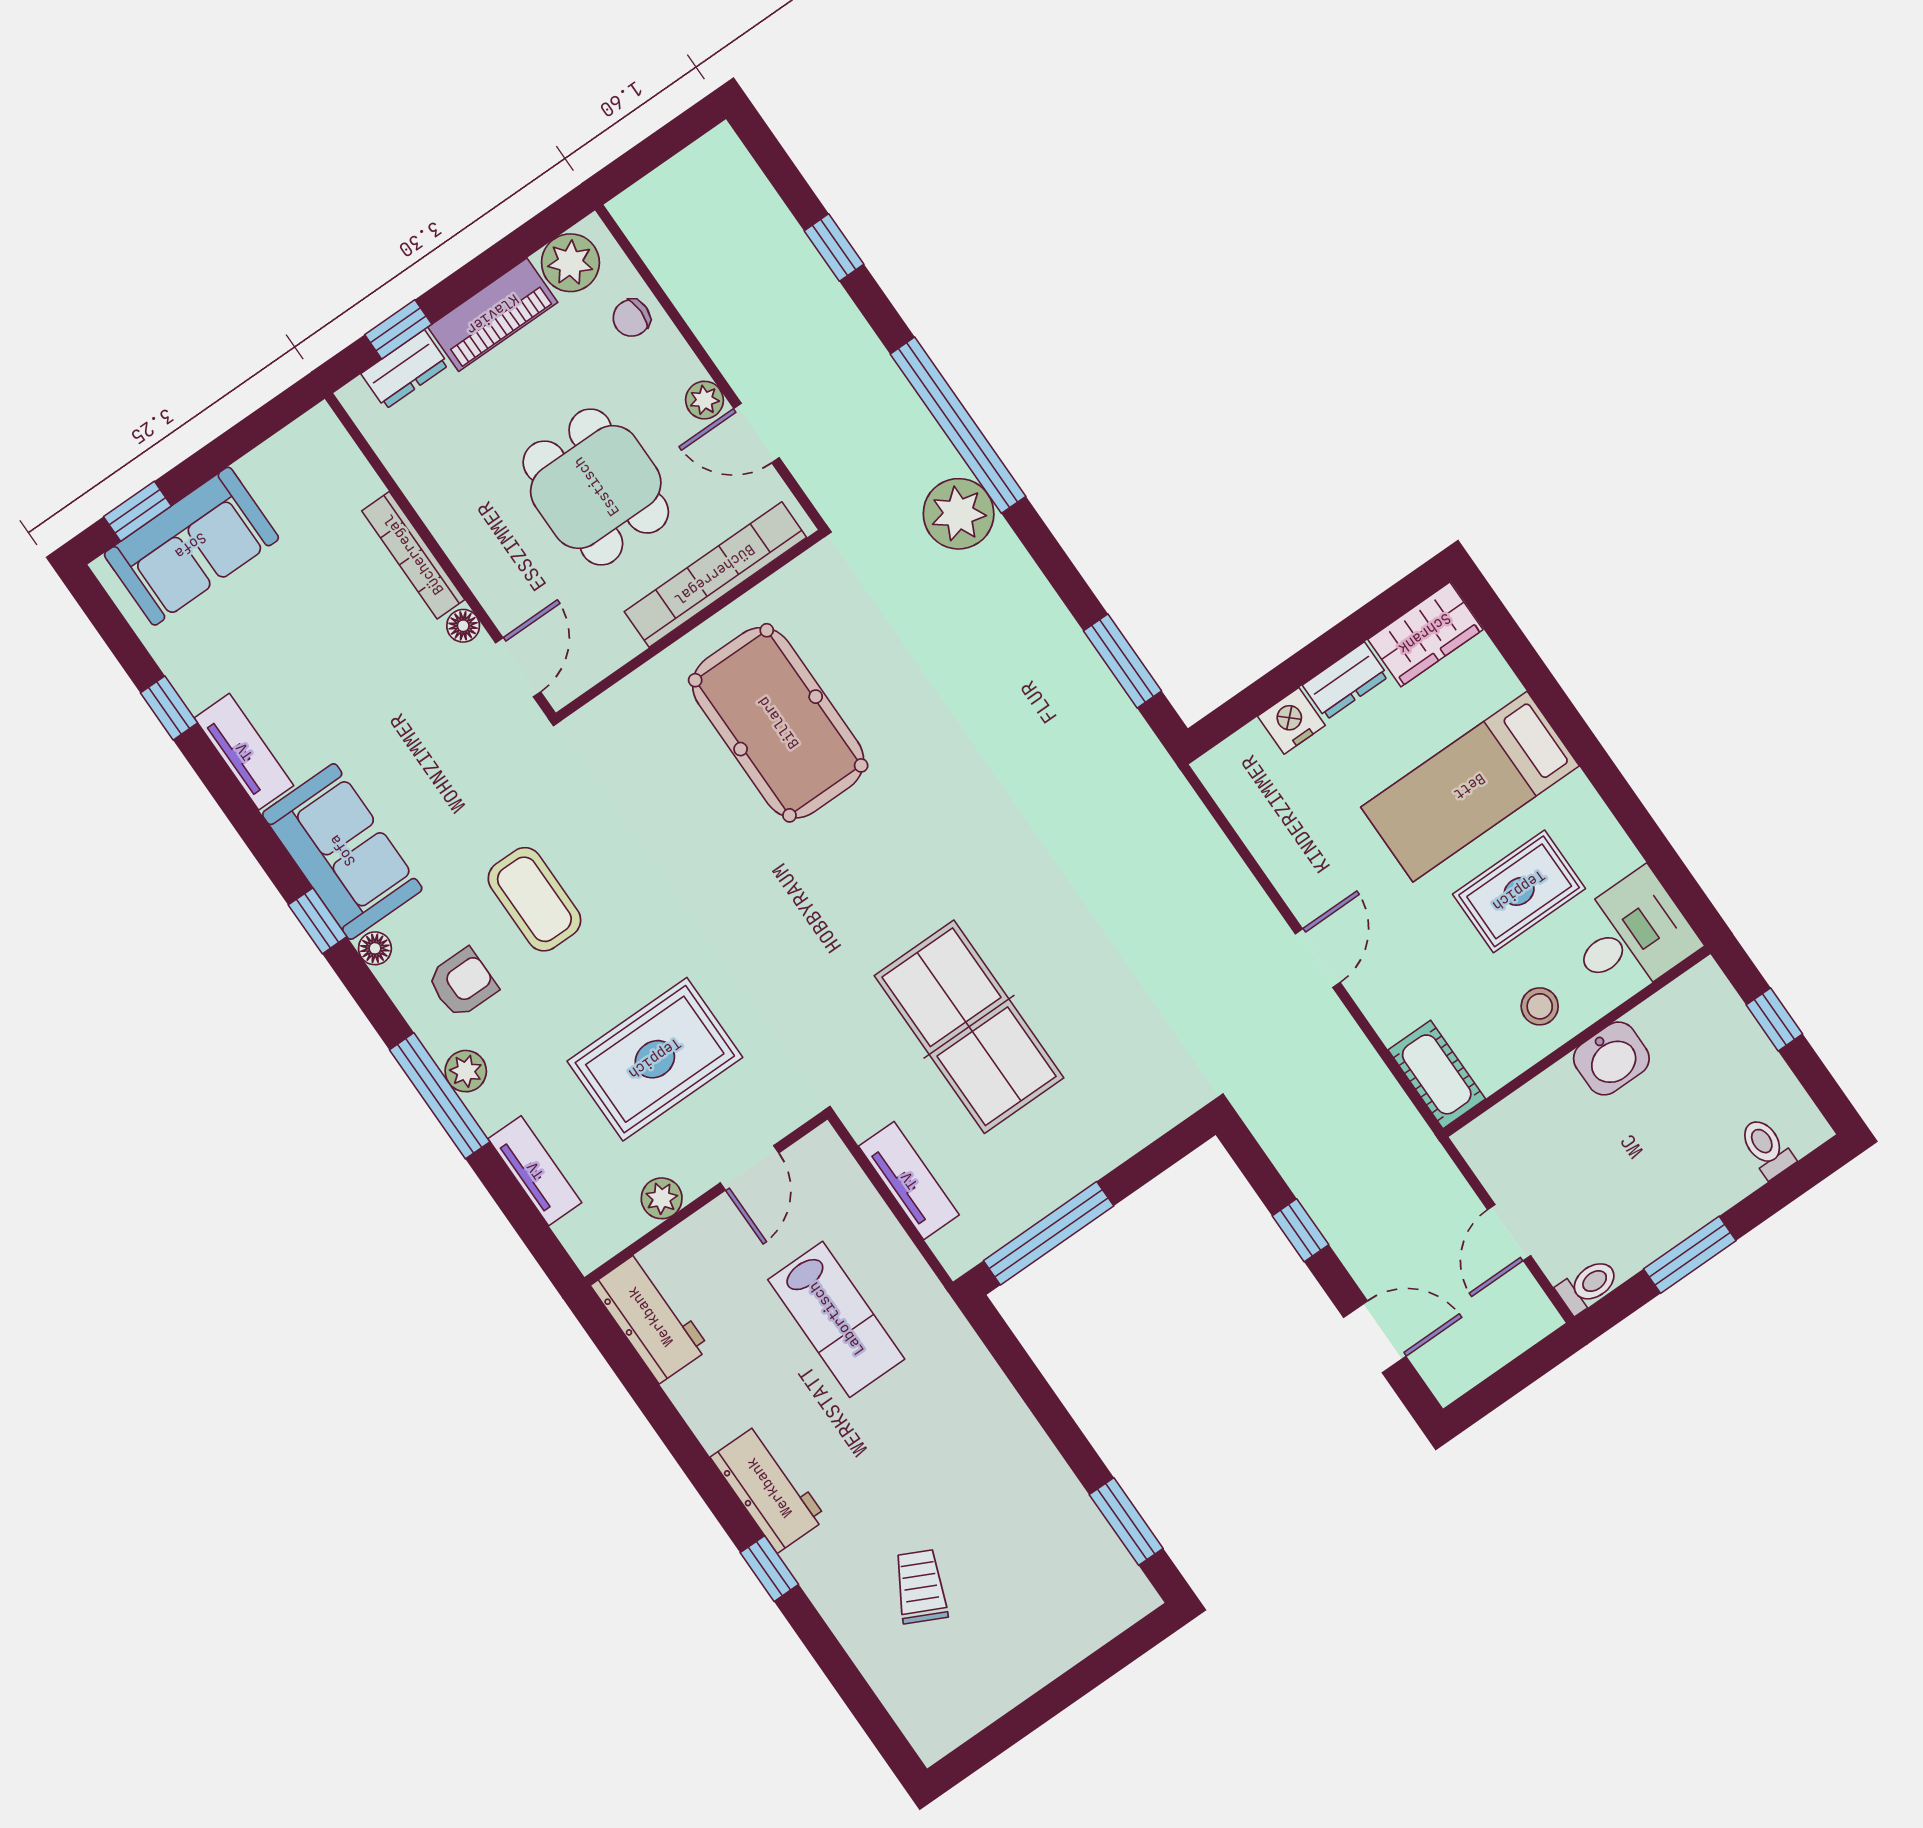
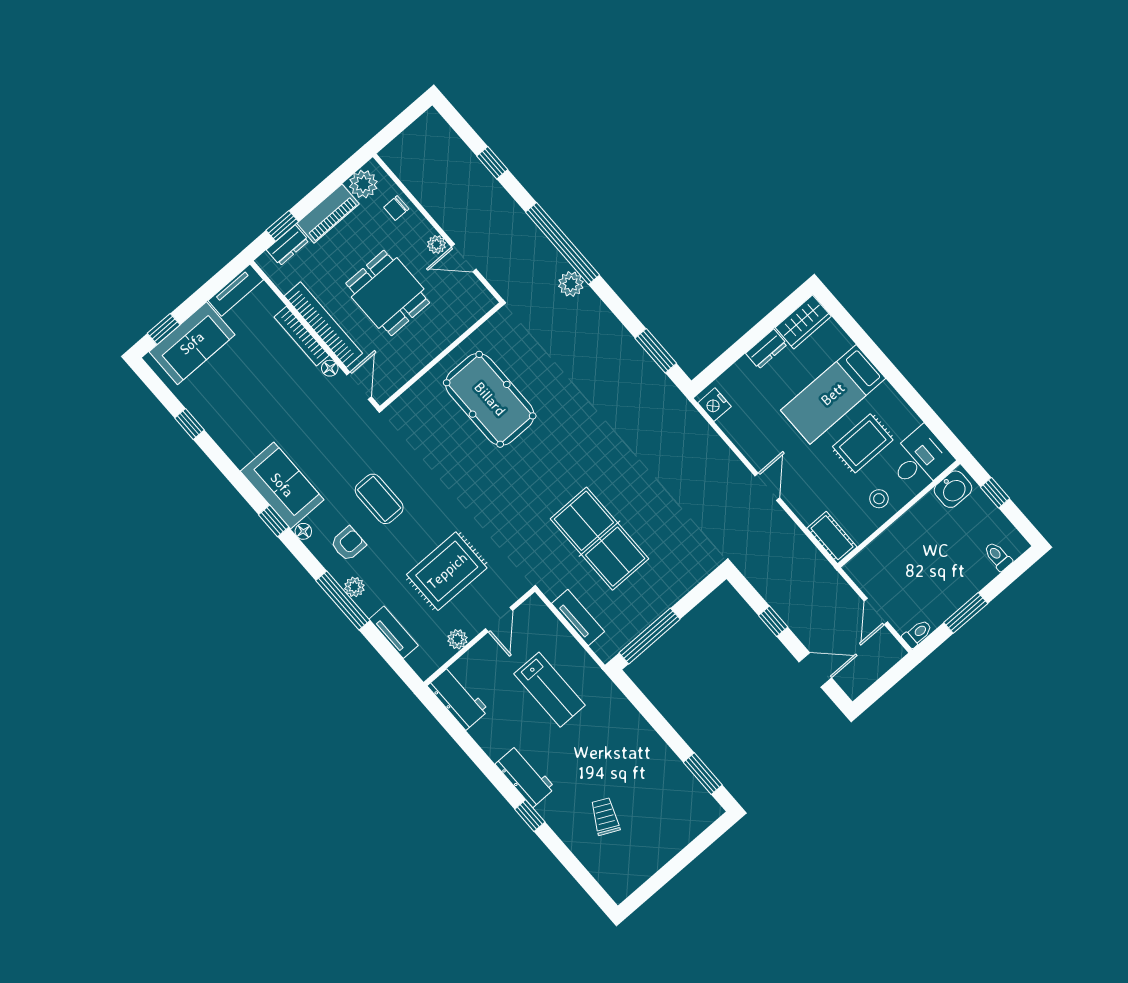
plant: (959, 514) -> (571, 284), width x0.73, depth x0.73
bookcase: (715, 575) -> (323, 325), moved, turned 90
nightstand: (1291, 721) -> (714, 405), moved, turned -90
tv unit: (244, 752) -> (236, 290), moved, turned 90
washbasin: (1611, 1058) -> (953, 489), moved

